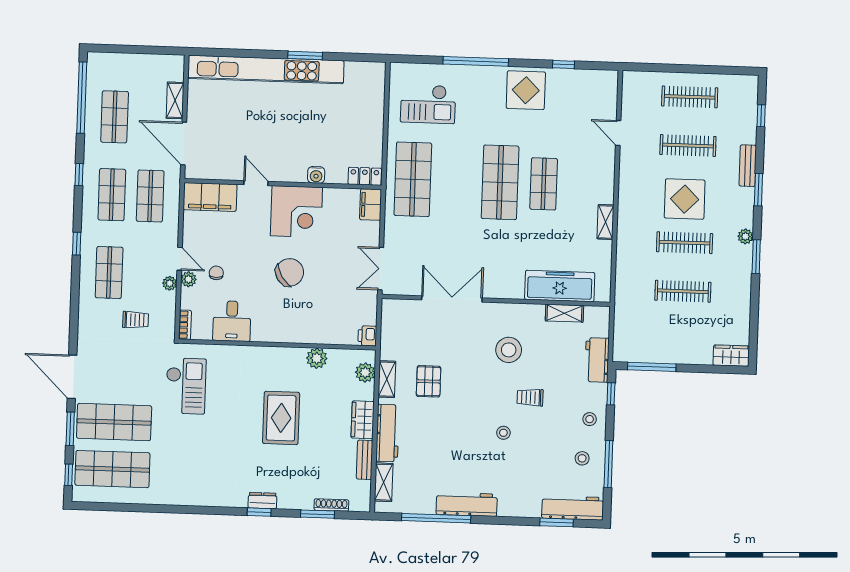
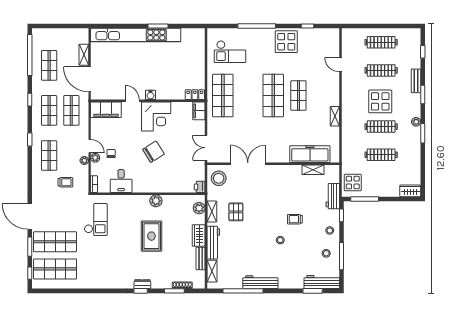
water cooler: (316, 175) -> (150, 95), moved
display table: (632, 338) -> (353, 183), added
stool: (509, 350) -> (219, 178), moved
plant: (317, 358) -> (156, 201), moved

